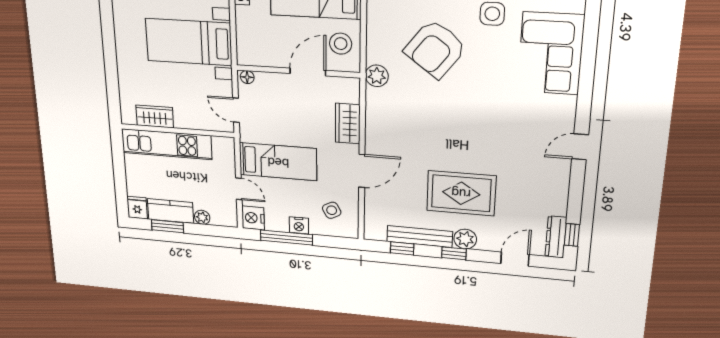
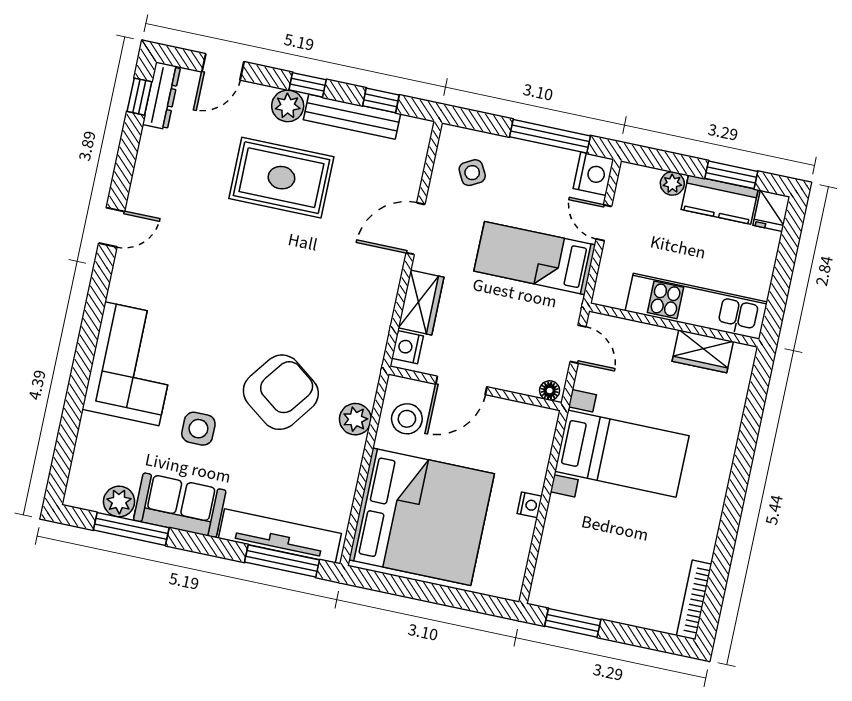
plant: (377, 76) -> (355, 419), moved
nightstand: (299, 225) -> (407, 347), moved, turned -90

